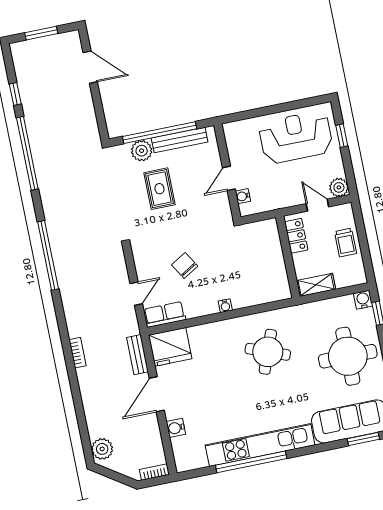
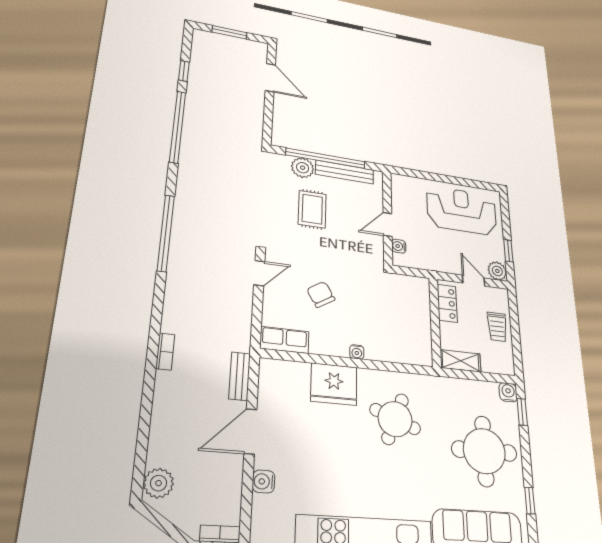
window: (342, 136) -> (508, 251), moved
door: (136, 294) -> (259, 273), moved
fridge: (170, 347) -> (334, 384), moved

